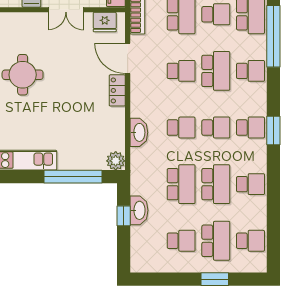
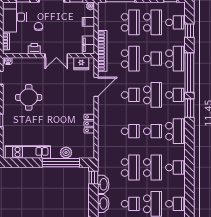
door: (128, 58) -> (96, 87), swing flipped
locker: (117, 90) -> (89, 124), moved
school desk: (250, 128) -> (175, 131), width x1.85
window: (273, 130) -> (189, 108), moved
washbasin: (139, 132) -> (103, 204), moved
plant: (116, 161) -> (66, 153), moved
window: (124, 216) -> (93, 178), moved

